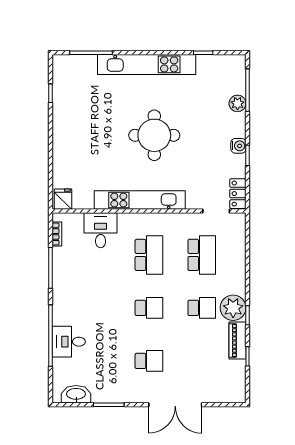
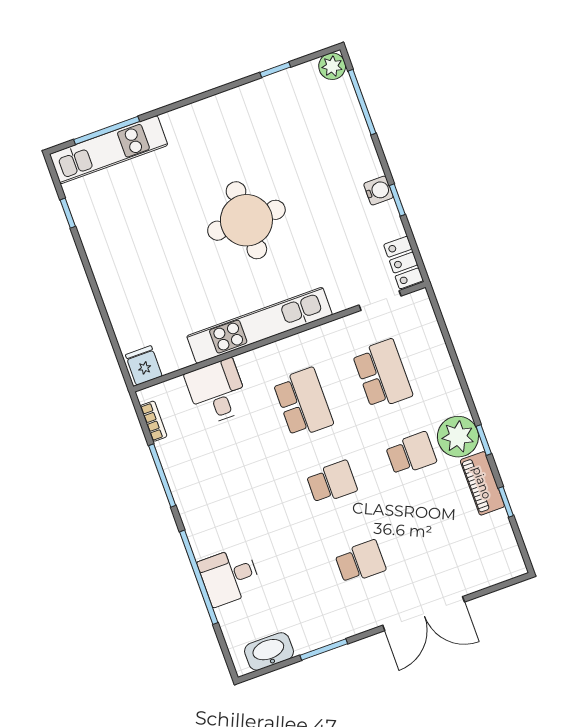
kitchen unit: (147, 64) -> (109, 150), moved, width x0.73
plant: (238, 103) -> (332, 66), moved

